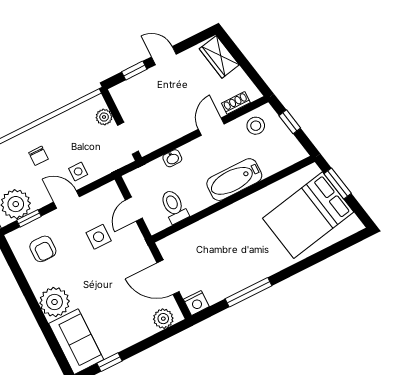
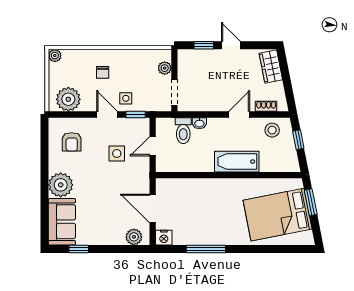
toilet: (174, 206) -> (183, 131), moved, turned 180
window: (29, 218) -> (136, 114), moved

